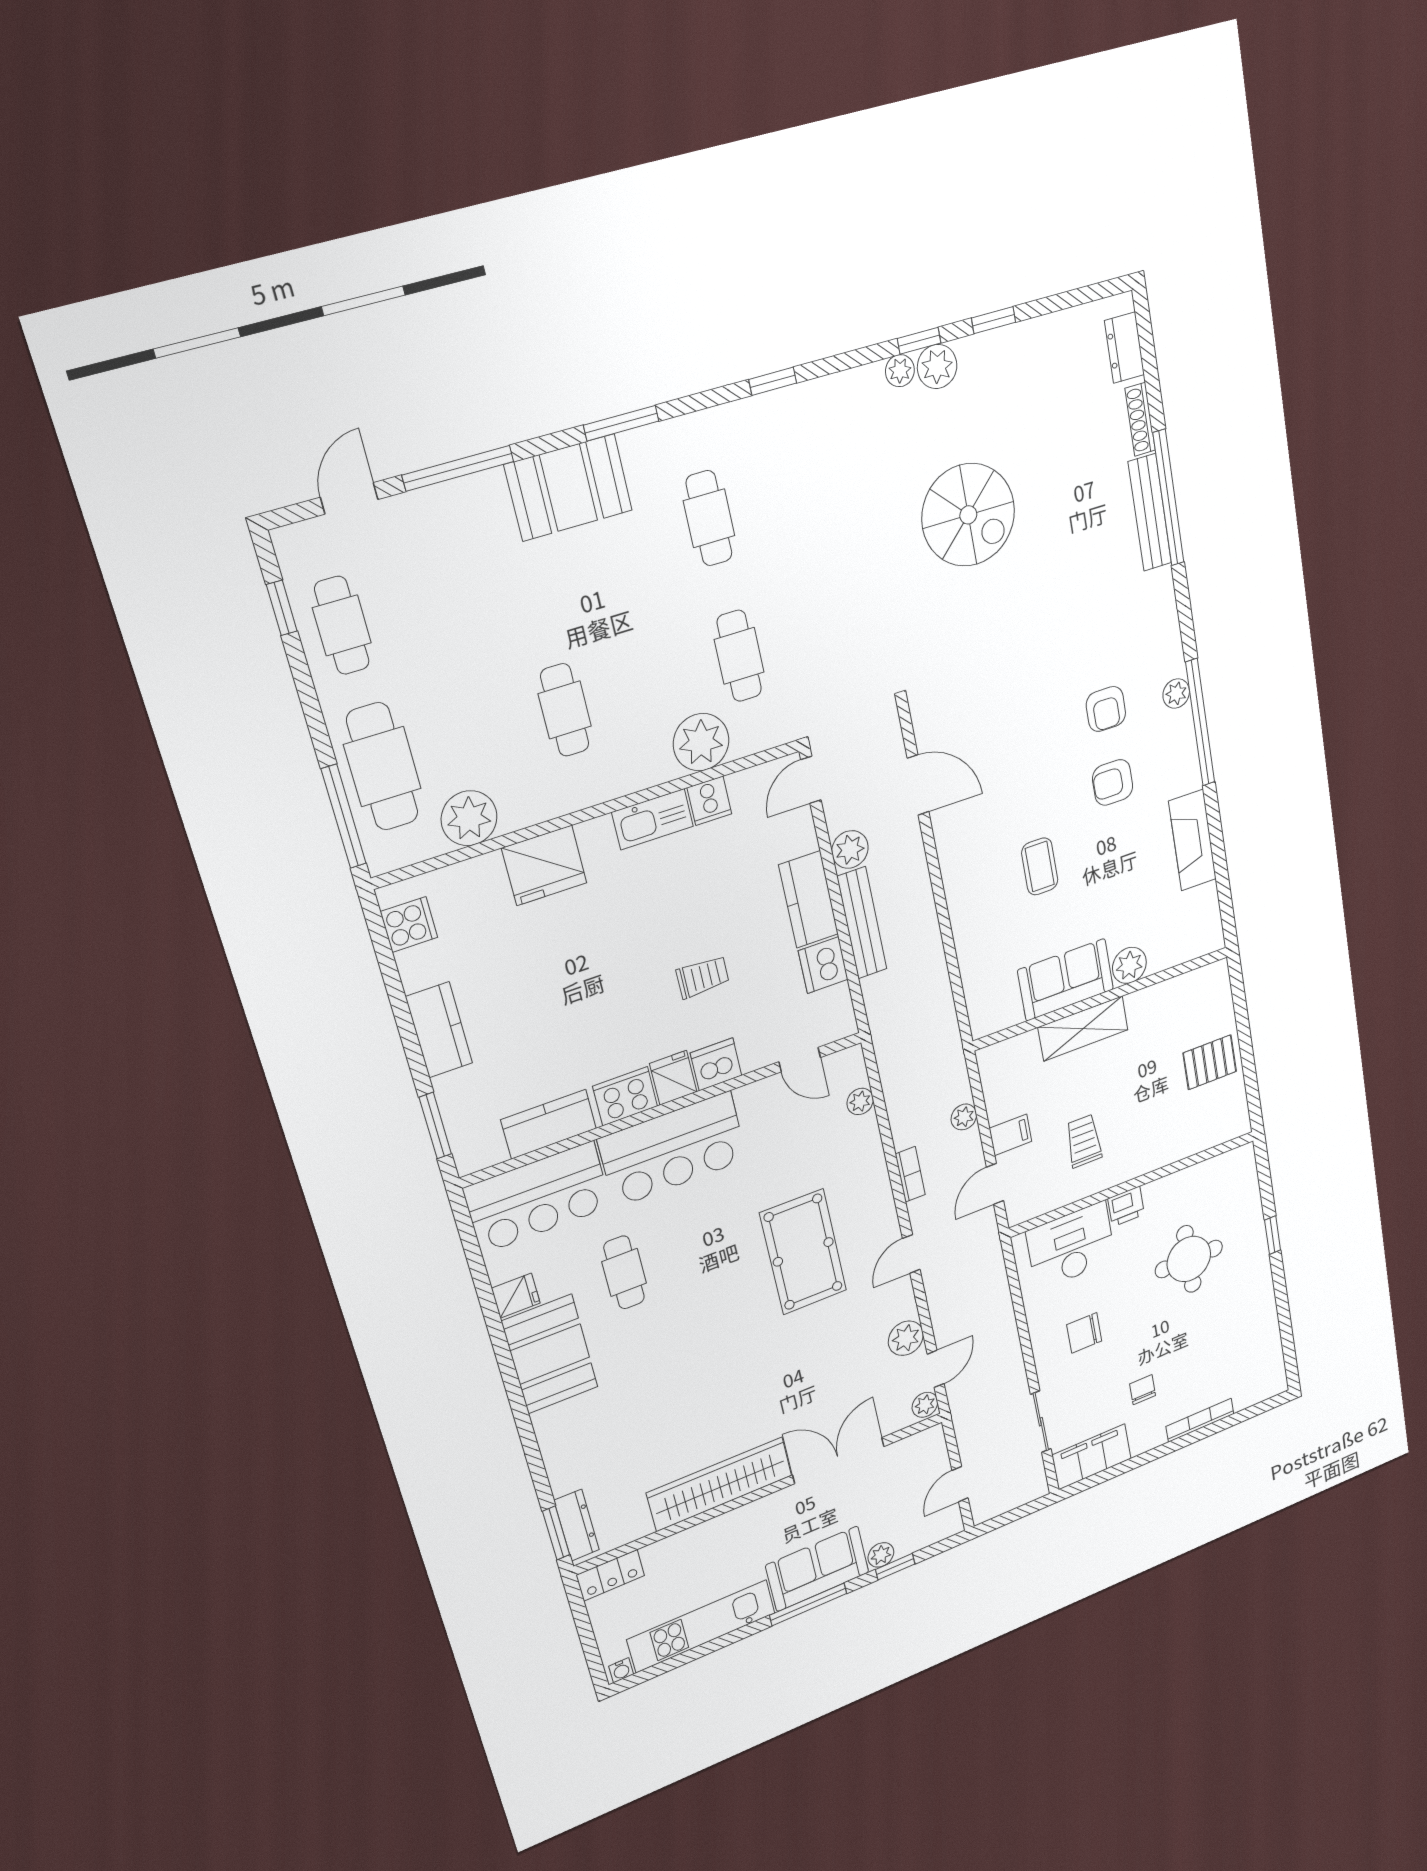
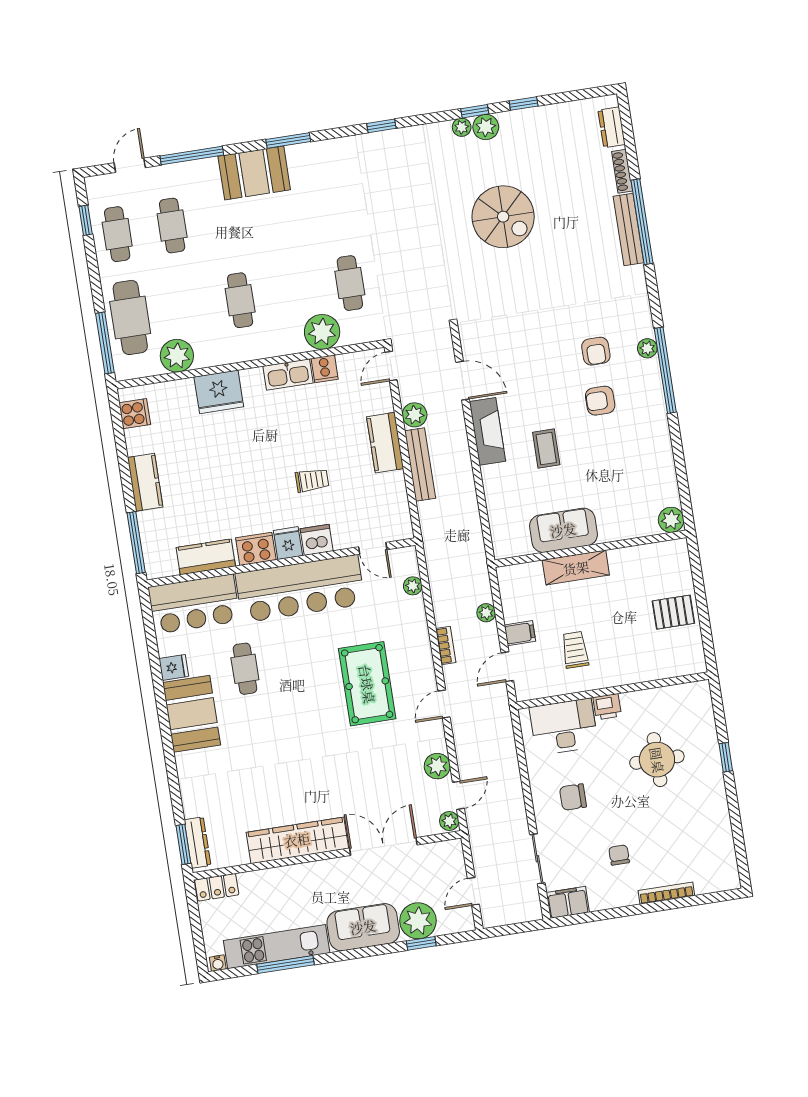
cafe table: (709, 518) -> (172, 226), moved
fireplace: (1192, 840) -> (487, 431), moved, turned 180
dishwasher: (823, 965) -> (392, 488), removed
plant: (1129, 965) -> (671, 520), moved
window: (435, 1126) -> (136, 543), width x1.44
bar counter: (673, 1149) -> (300, 589), width x1.36
filing cabinet: (1092, 1457) -> (568, 902), width x0.67, depth x0.86
plant: (881, 1555) -> (418, 921), width x1.88, depth x1.88
window: (808, 1604) -> (285, 965), moved

